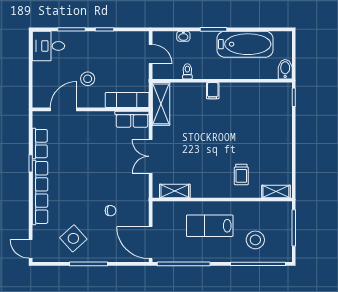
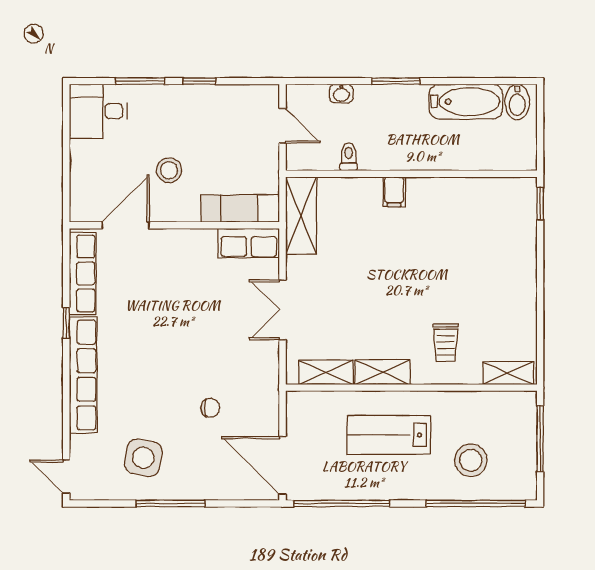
bathtub: (245, 44) -> (466, 102), width x0.73, depth x0.73
bidet: (285, 69) -> (517, 102), moved, turned 180
row of seats: (40, 144) -> (83, 273), width x1.48
shelving: (206, 191) -> (383, 372), added
side table: (73, 238) -> (143, 458), turned -38

